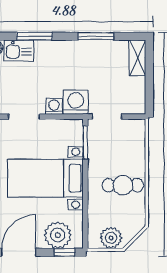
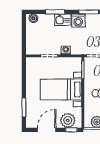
kitchen sink: (19, 50) -> (63, 20), moved
washing machine: (76, 102) -> (78, 21), moved, turned 180

